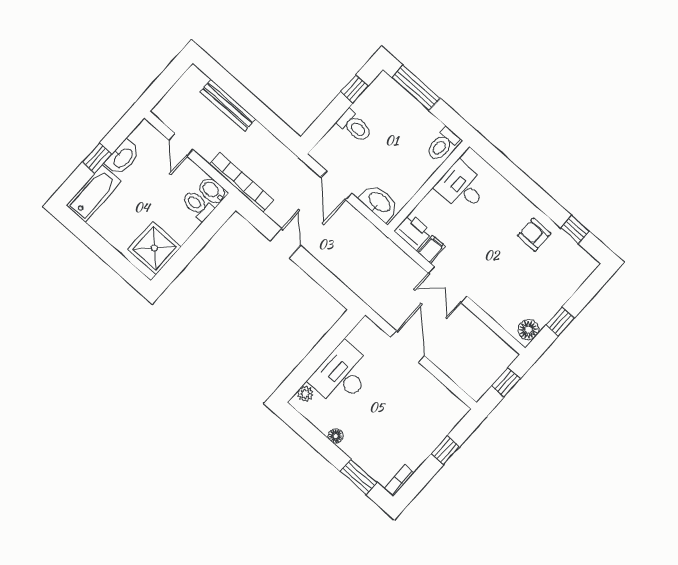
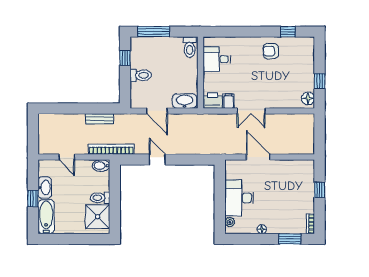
bench: (228, 105) -> (100, 119), moved, width x0.73
toilet: (198, 205) -> (100, 198), moved
window: (506, 382) -> (320, 133), removed

